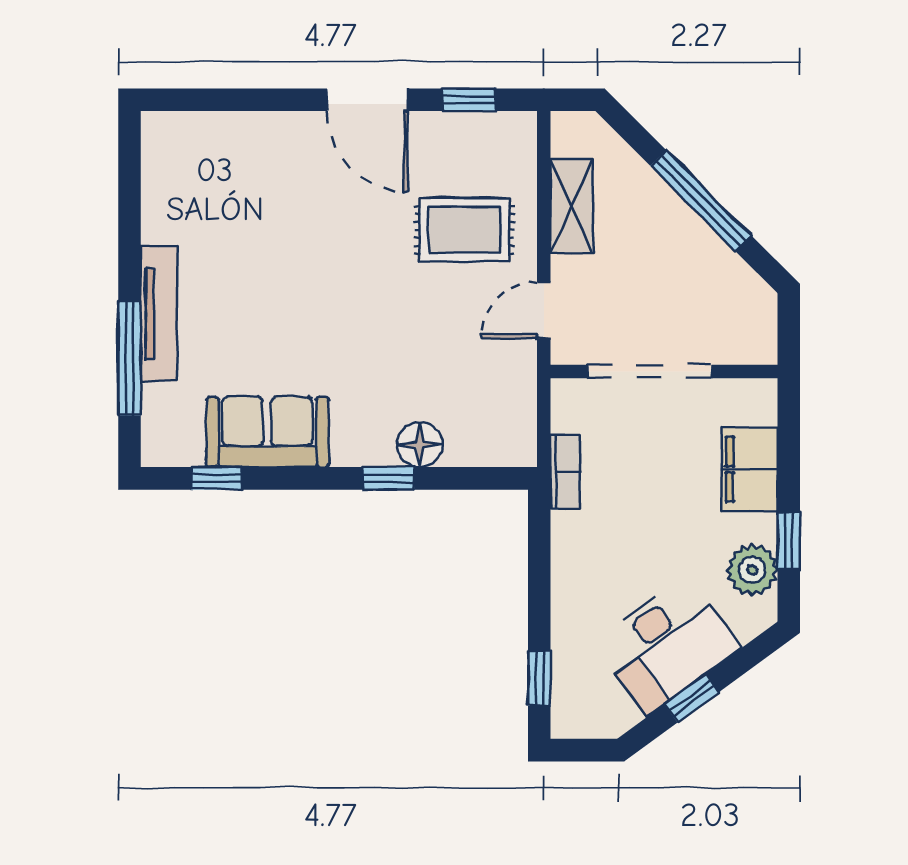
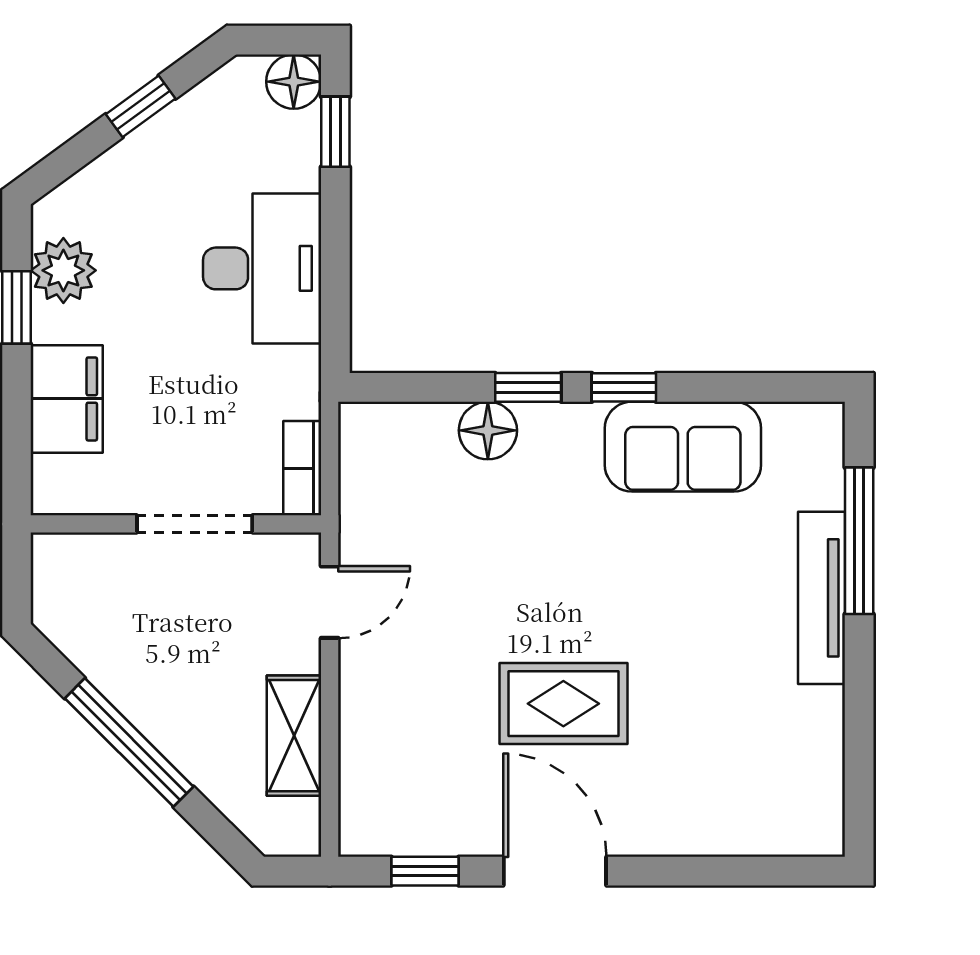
rug: (464, 230) -> (563, 704), moved
doorway: (649, 371) -> (195, 524), width x0.73
bookcase: (565, 472) -> (302, 468), moved
window: (216, 478) -> (624, 387), moved
desk: (667, 645) -> (262, 268), moved, turned 126
floor lamp: (572, 718) -> (294, 82), added

